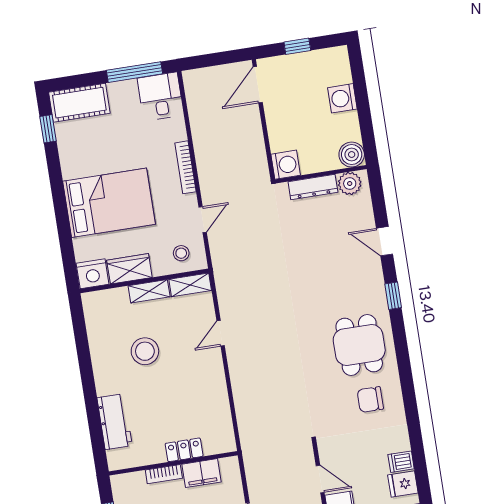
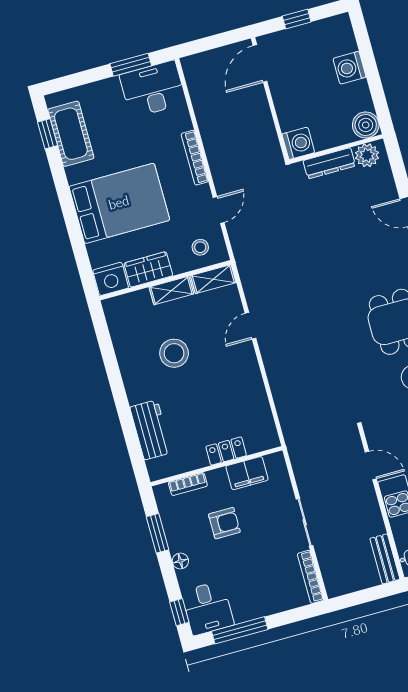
window: (134, 72) -> (131, 65), width x0.69
desk: (160, 96) -> (153, 89), width x1.37
cot: (79, 103) -> (71, 134), moved, turned 90
bookcase: (164, 474) -> (188, 484), moved

